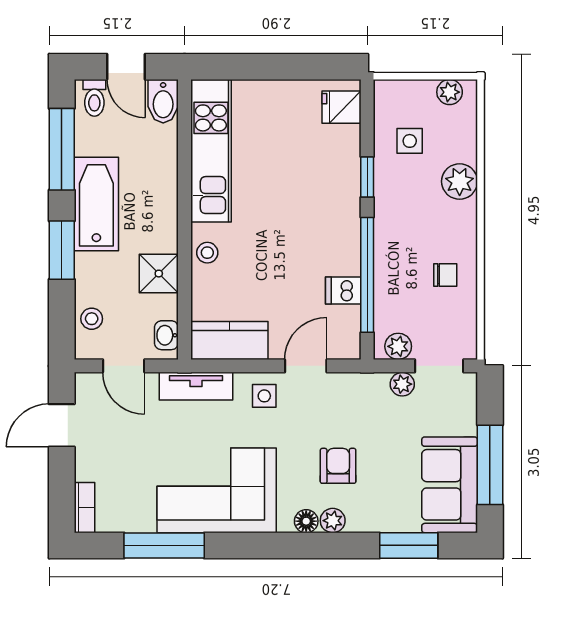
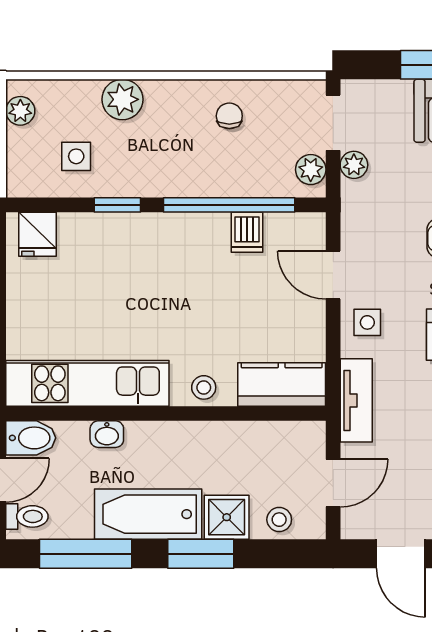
shower: (159, 274) -> (227, 517), moved
washbasin: (166, 335) -> (107, 434), moved
kitchen counter: (230, 341) -> (282, 384), moved, turned 90

